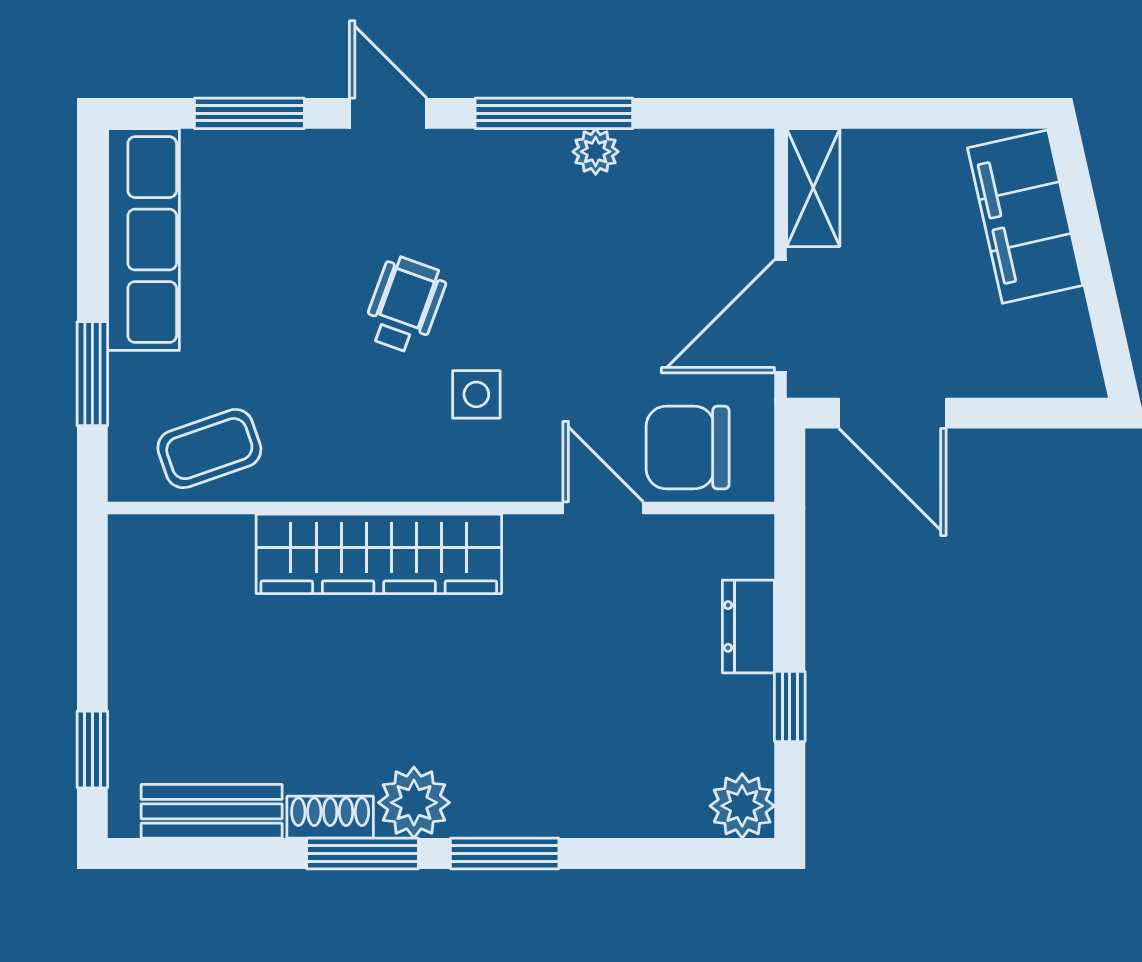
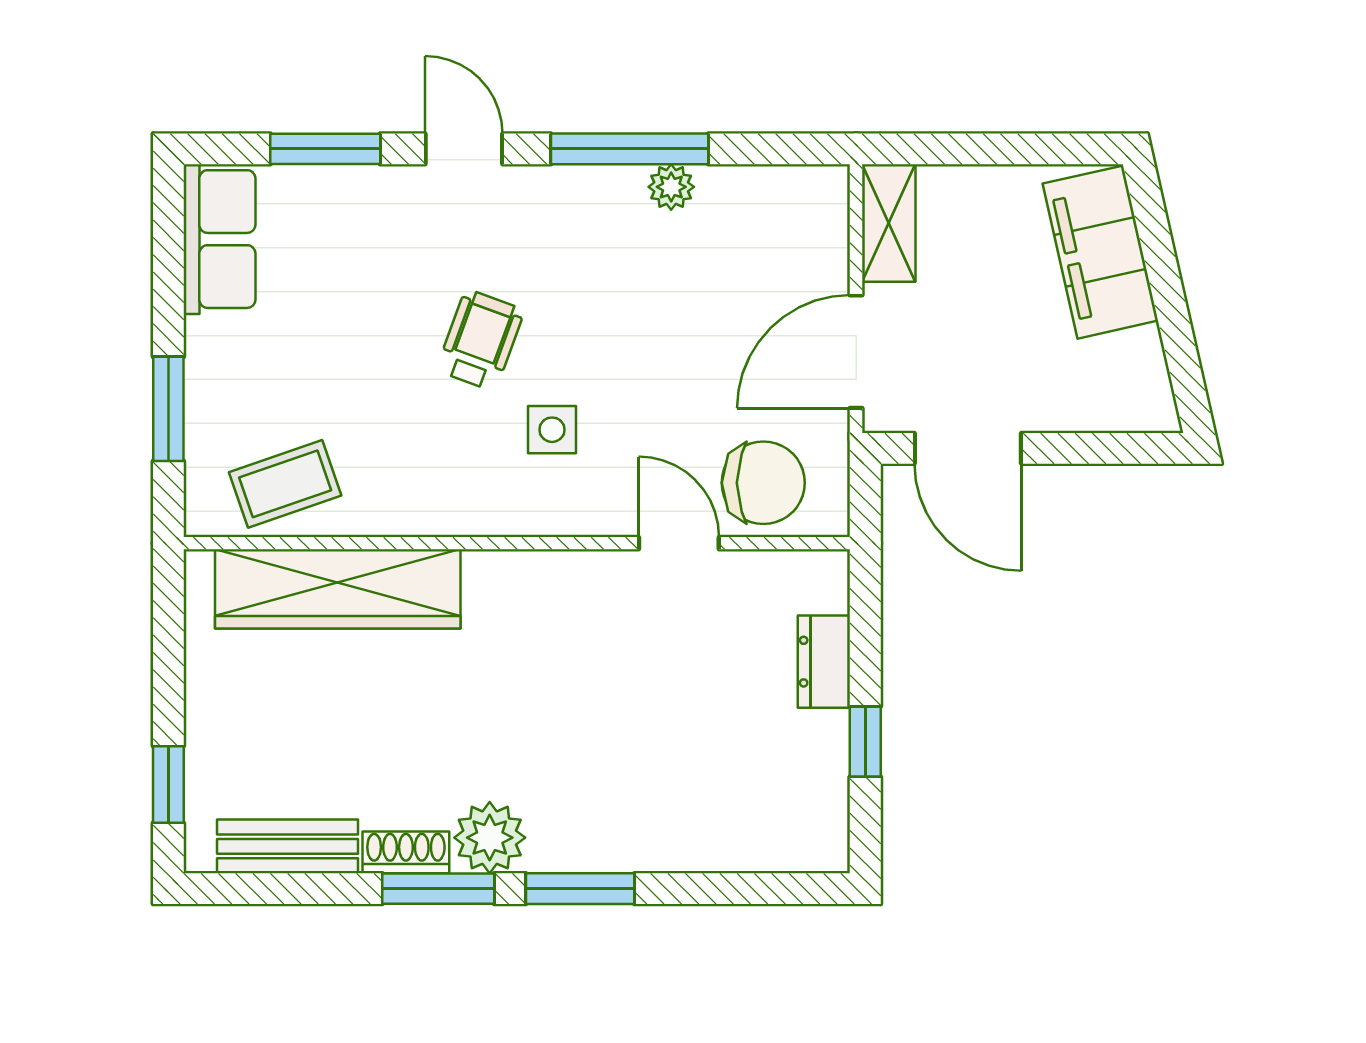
row of seats: (144, 240) -> (219, 239), width x0.68
chair: (688, 448) -> (763, 483), turned 180
wardrobe: (379, 554) -> (338, 589), moved
plant: (742, 806) -> (818, 841), removed

